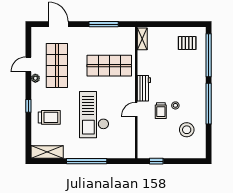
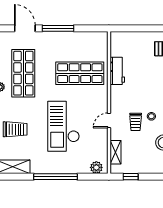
window: (104, 24) -> (58, 28), moved
shelving: (142, 39) -> (115, 152), moved
workbench: (144, 88) -> (117, 71), moved
plant: (124, 153) -> (96, 167), added

